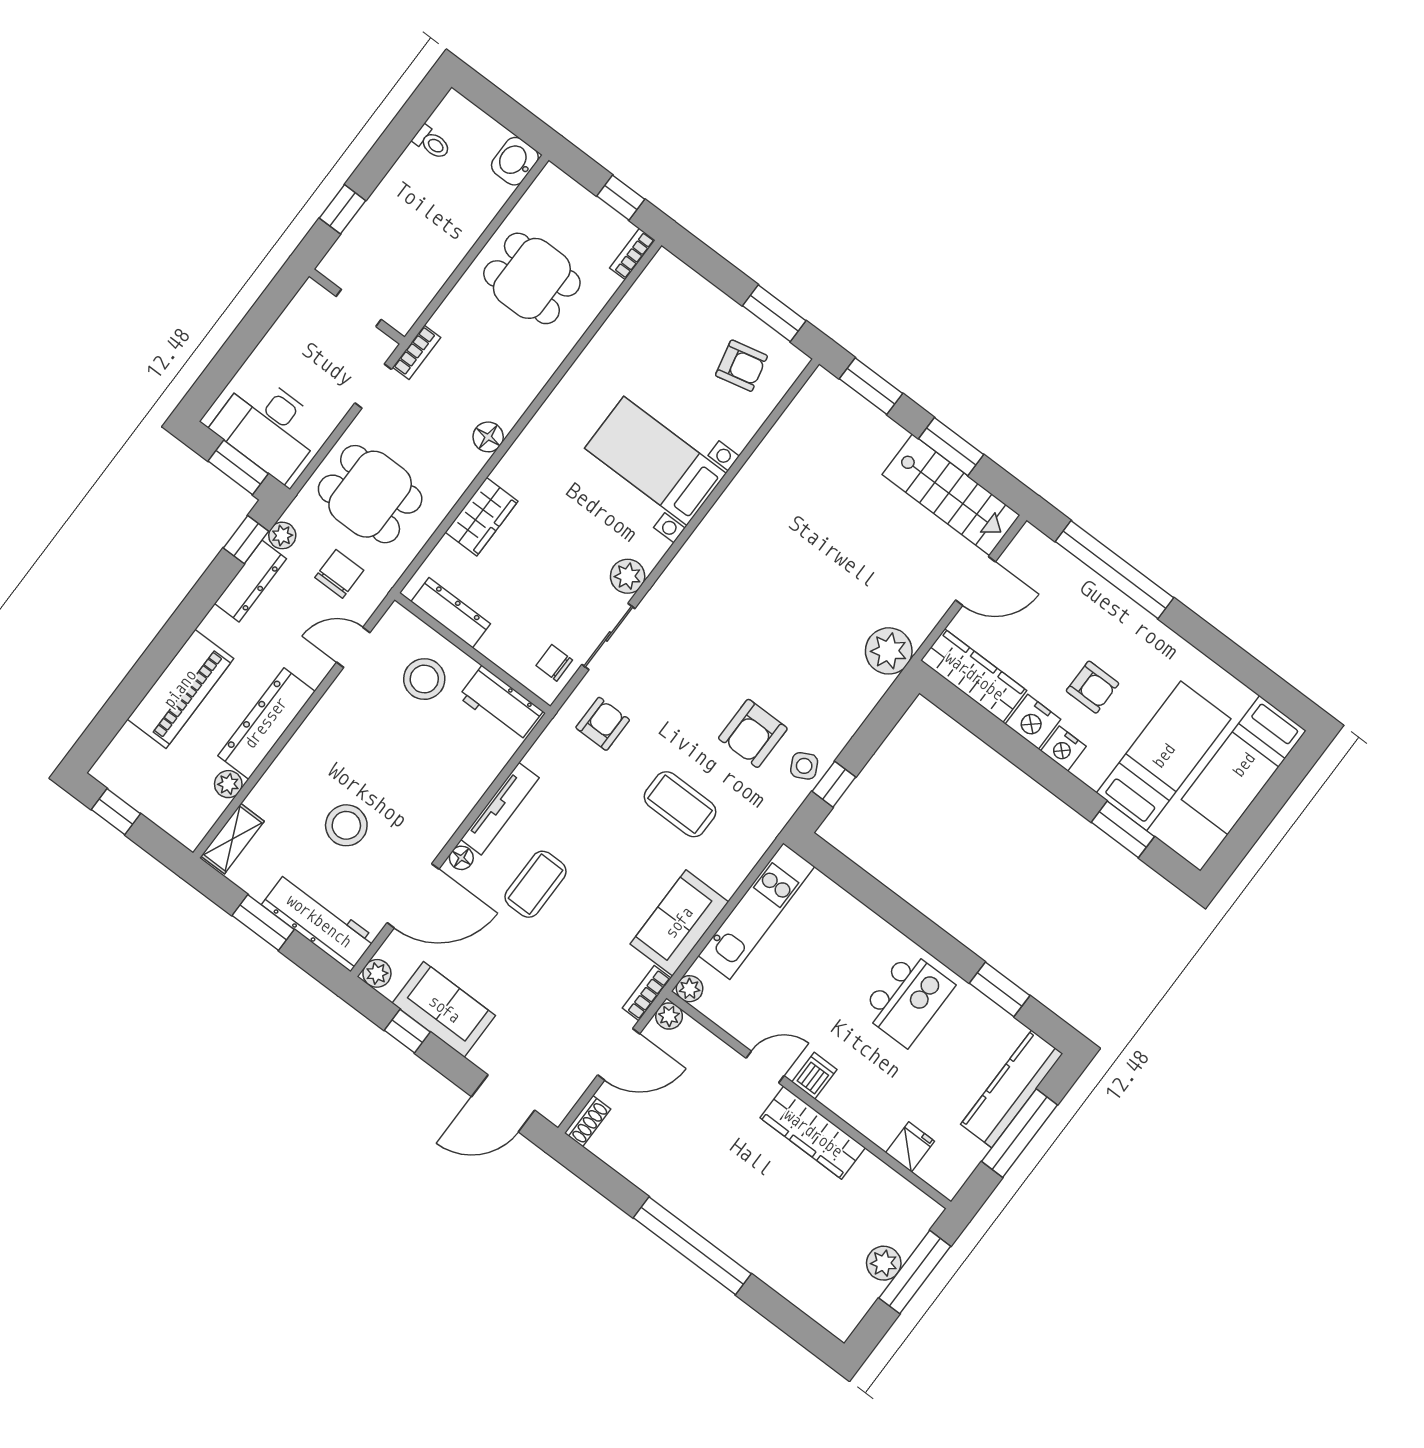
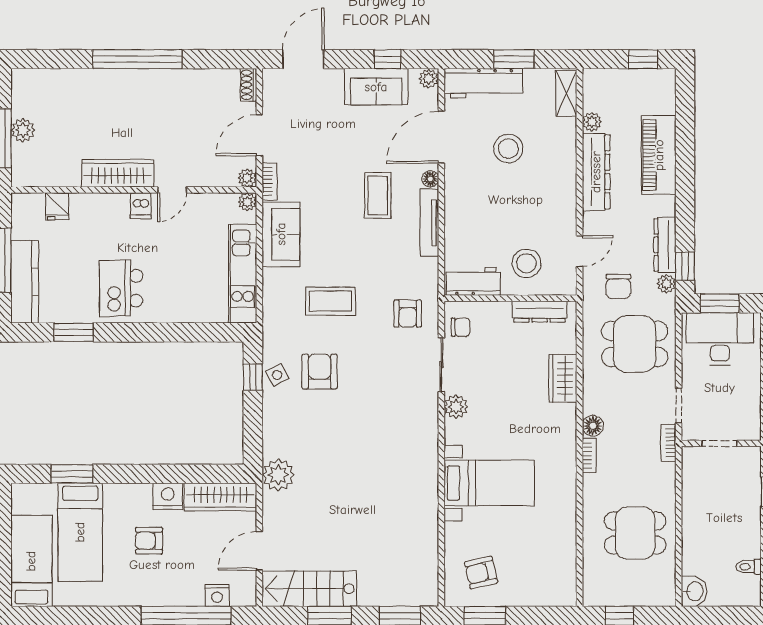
bookcase: (632, 254) -> (589, 456), moved
nightstand: (1063, 749) -> (217, 596), moved, turned 180

